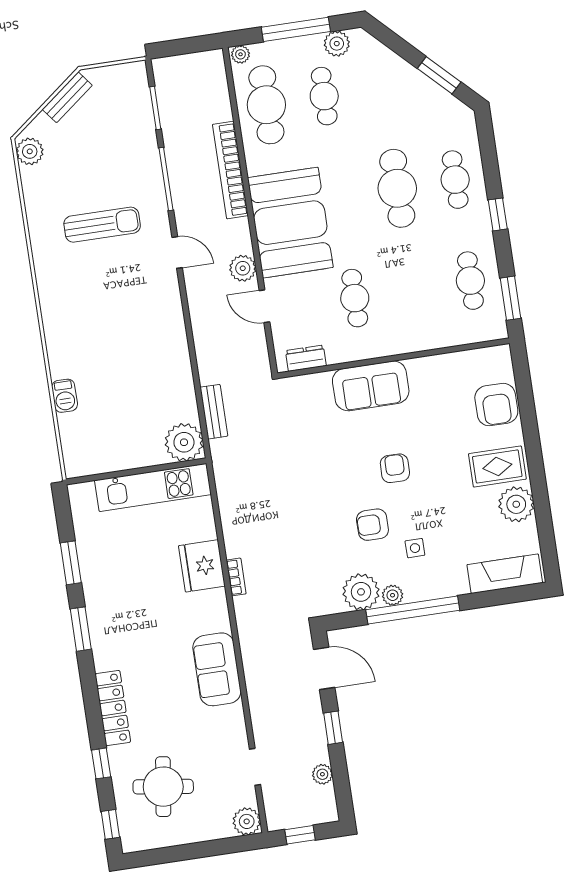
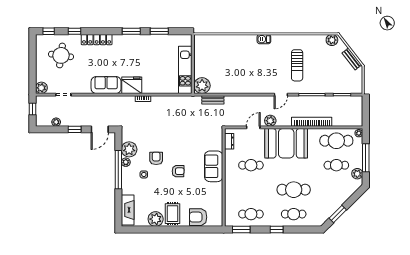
barbecue: (65, 396) -> (264, 39), moved
fridge: (202, 566) -> (132, 85), moved

